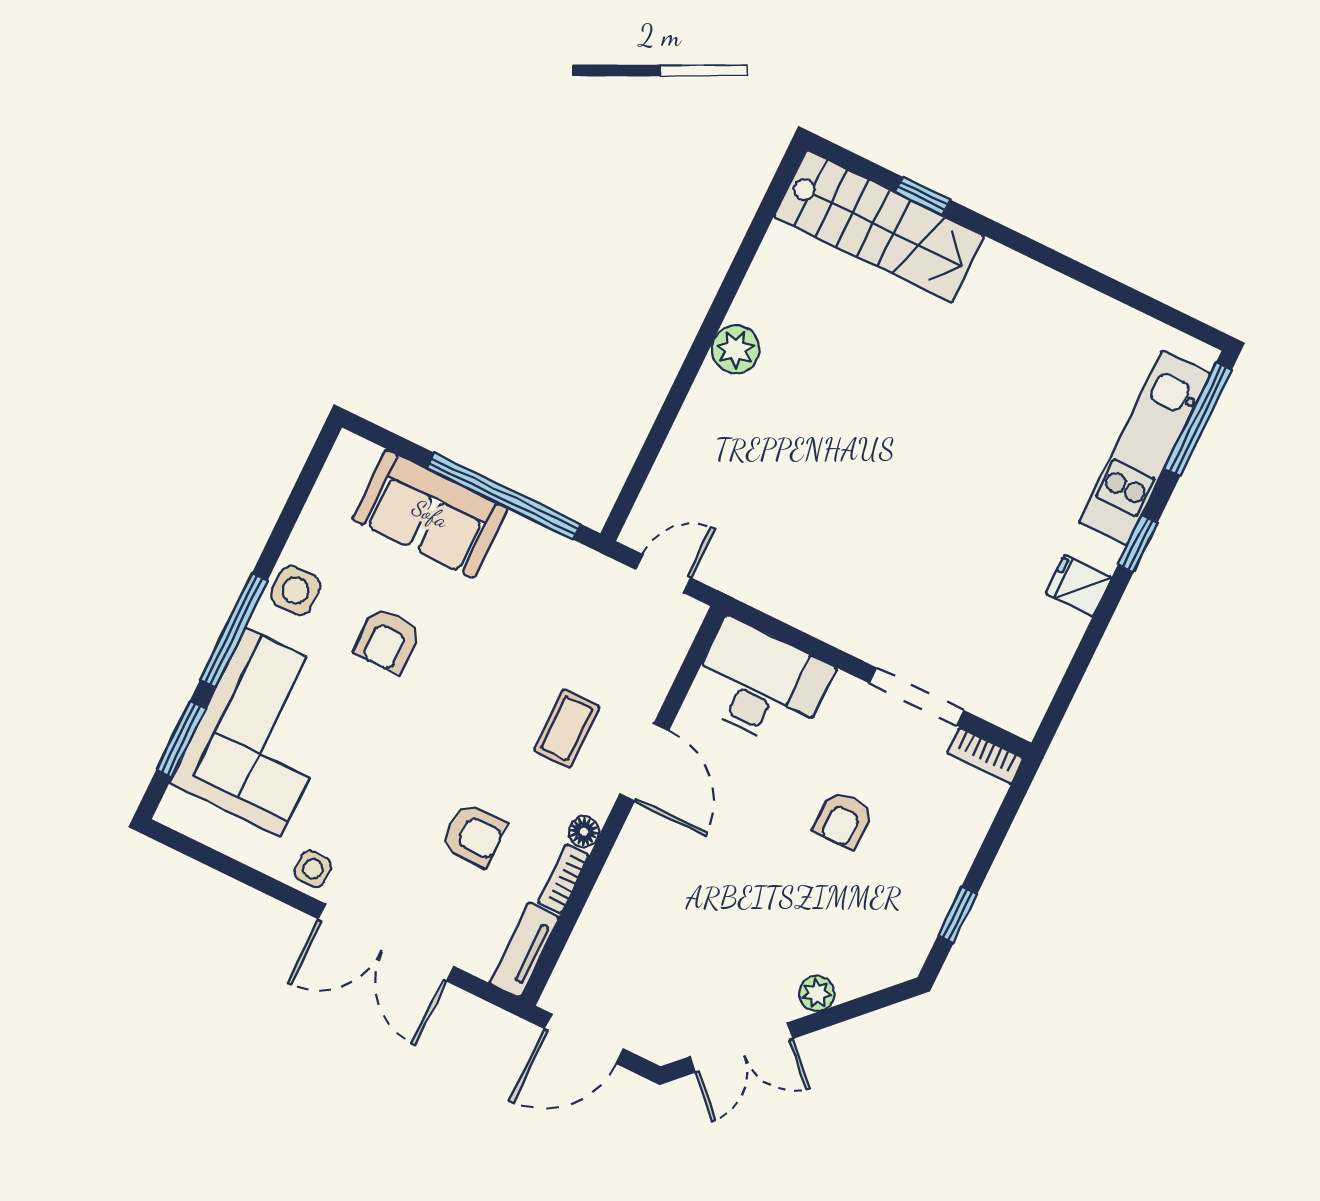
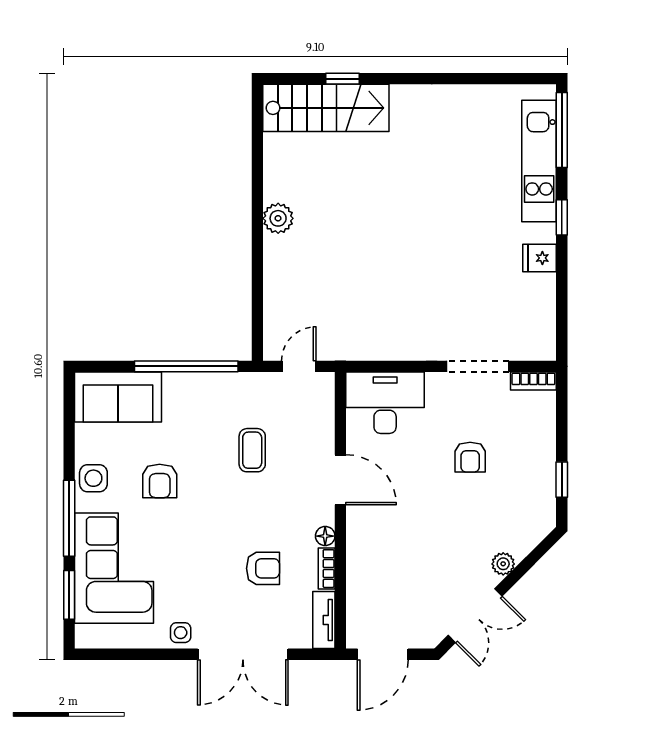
sofa: (430, 514) -> (118, 397), moved
coffee table: (567, 728) -> (252, 450), moved

